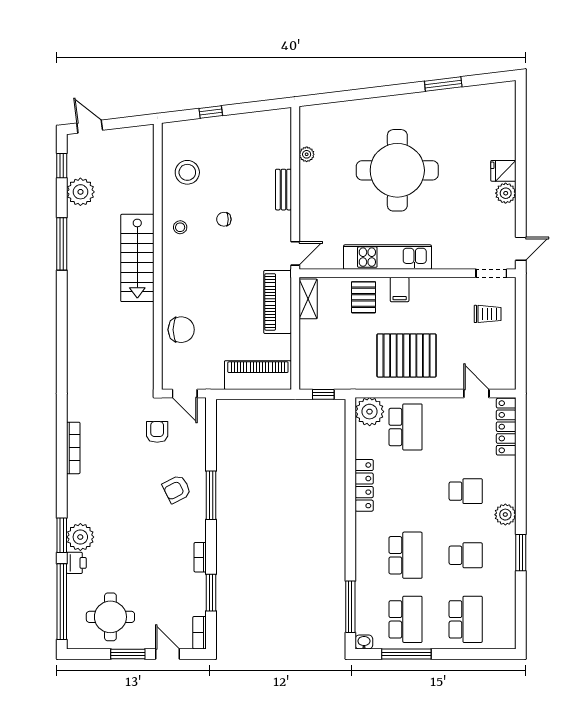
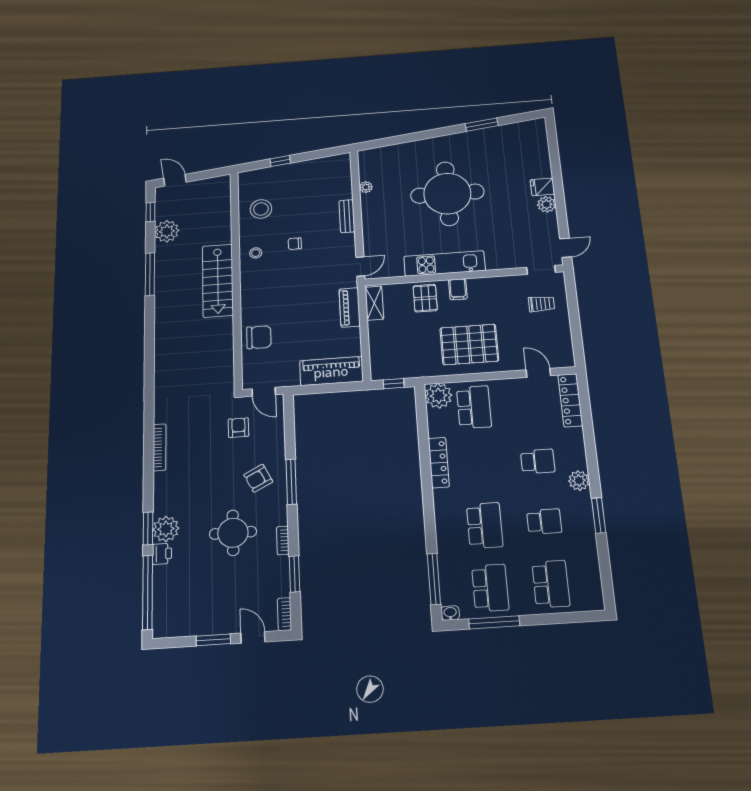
piano: (278, 302) -> (350, 307), width x0.73, depth x0.75
round table: (110, 617) -> (233, 533), moved

